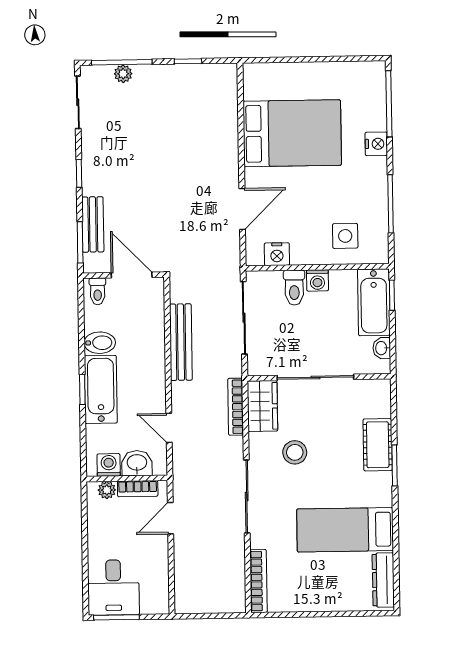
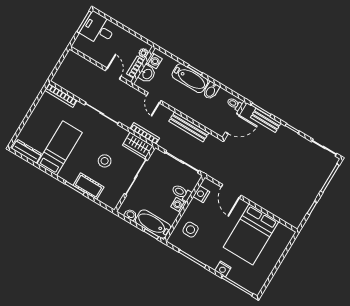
plant: (123, 74) -> (324, 176), removed
door: (169, 428) -> (154, 98), swing flipped
stool: (295, 452) -> (105, 161), moved

